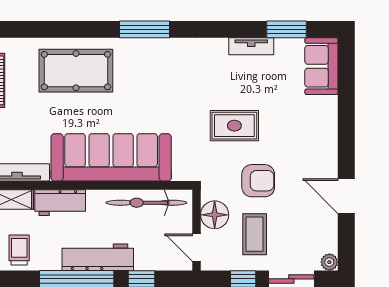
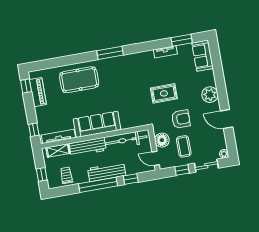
plant: (322, 144) -> (210, 95), added
sofa: (111, 157) -> (97, 124), width x0.74, depth x0.79
workbench: (60, 203) -> (88, 147), width x1.38

